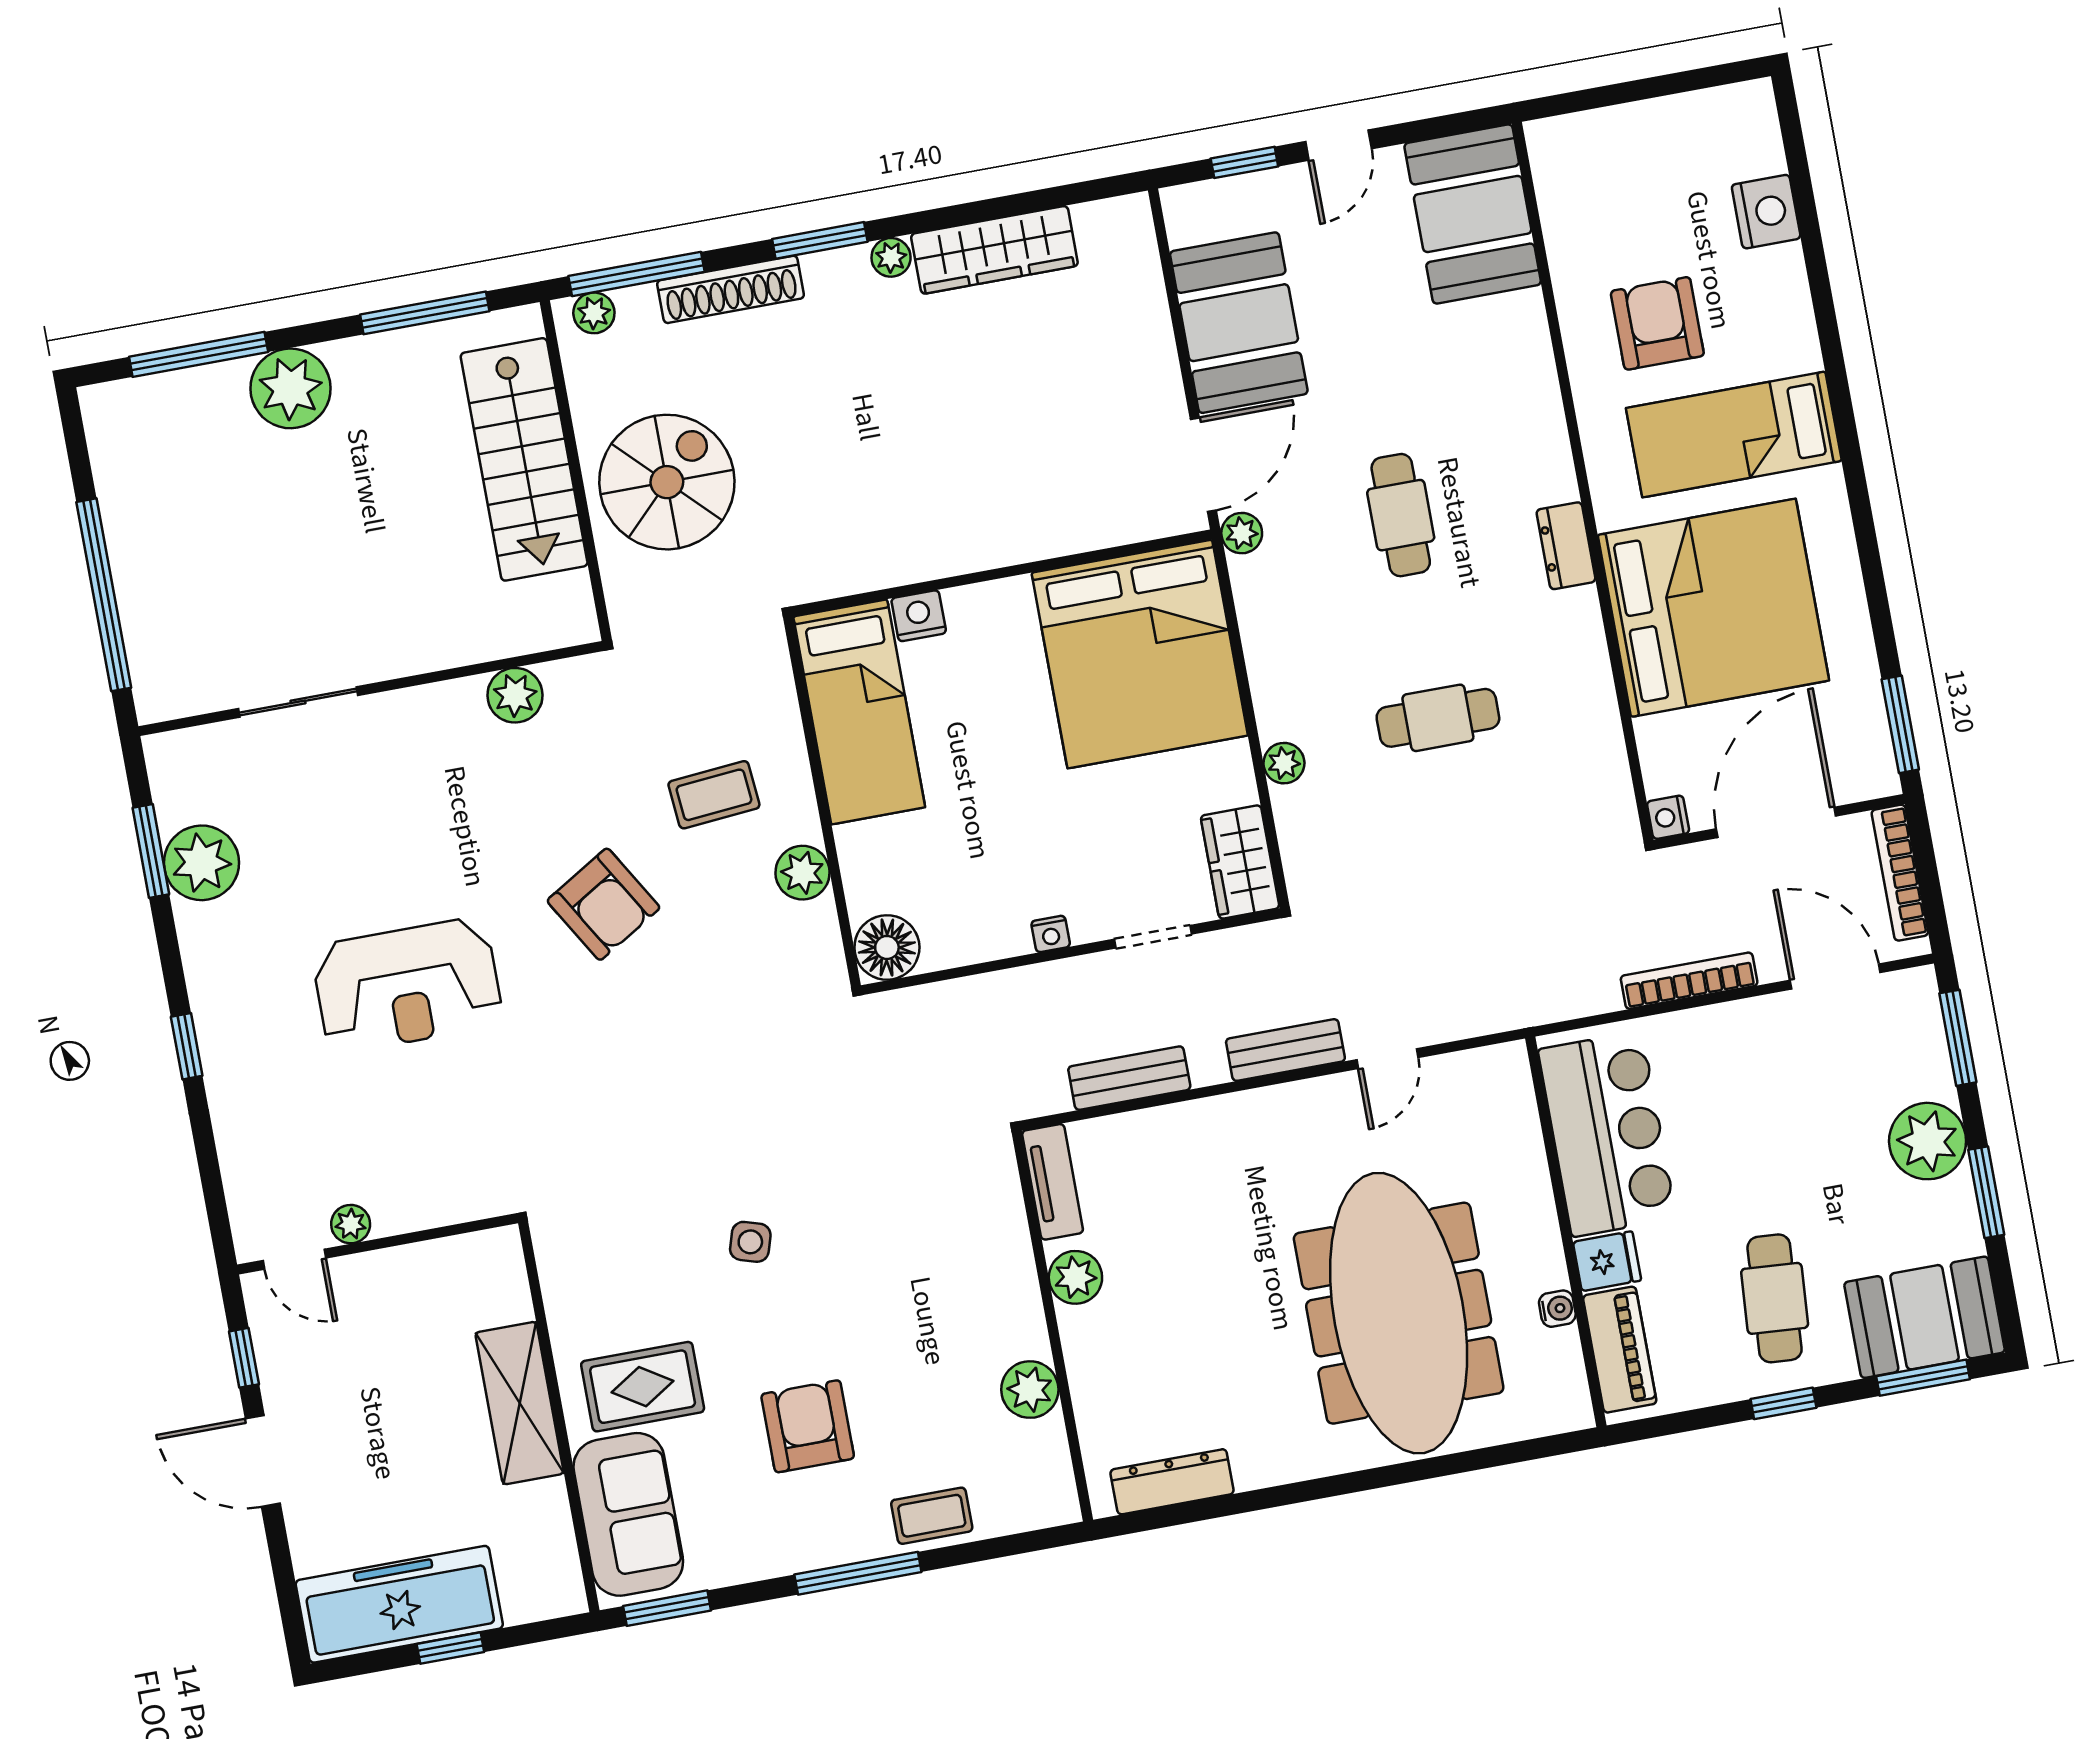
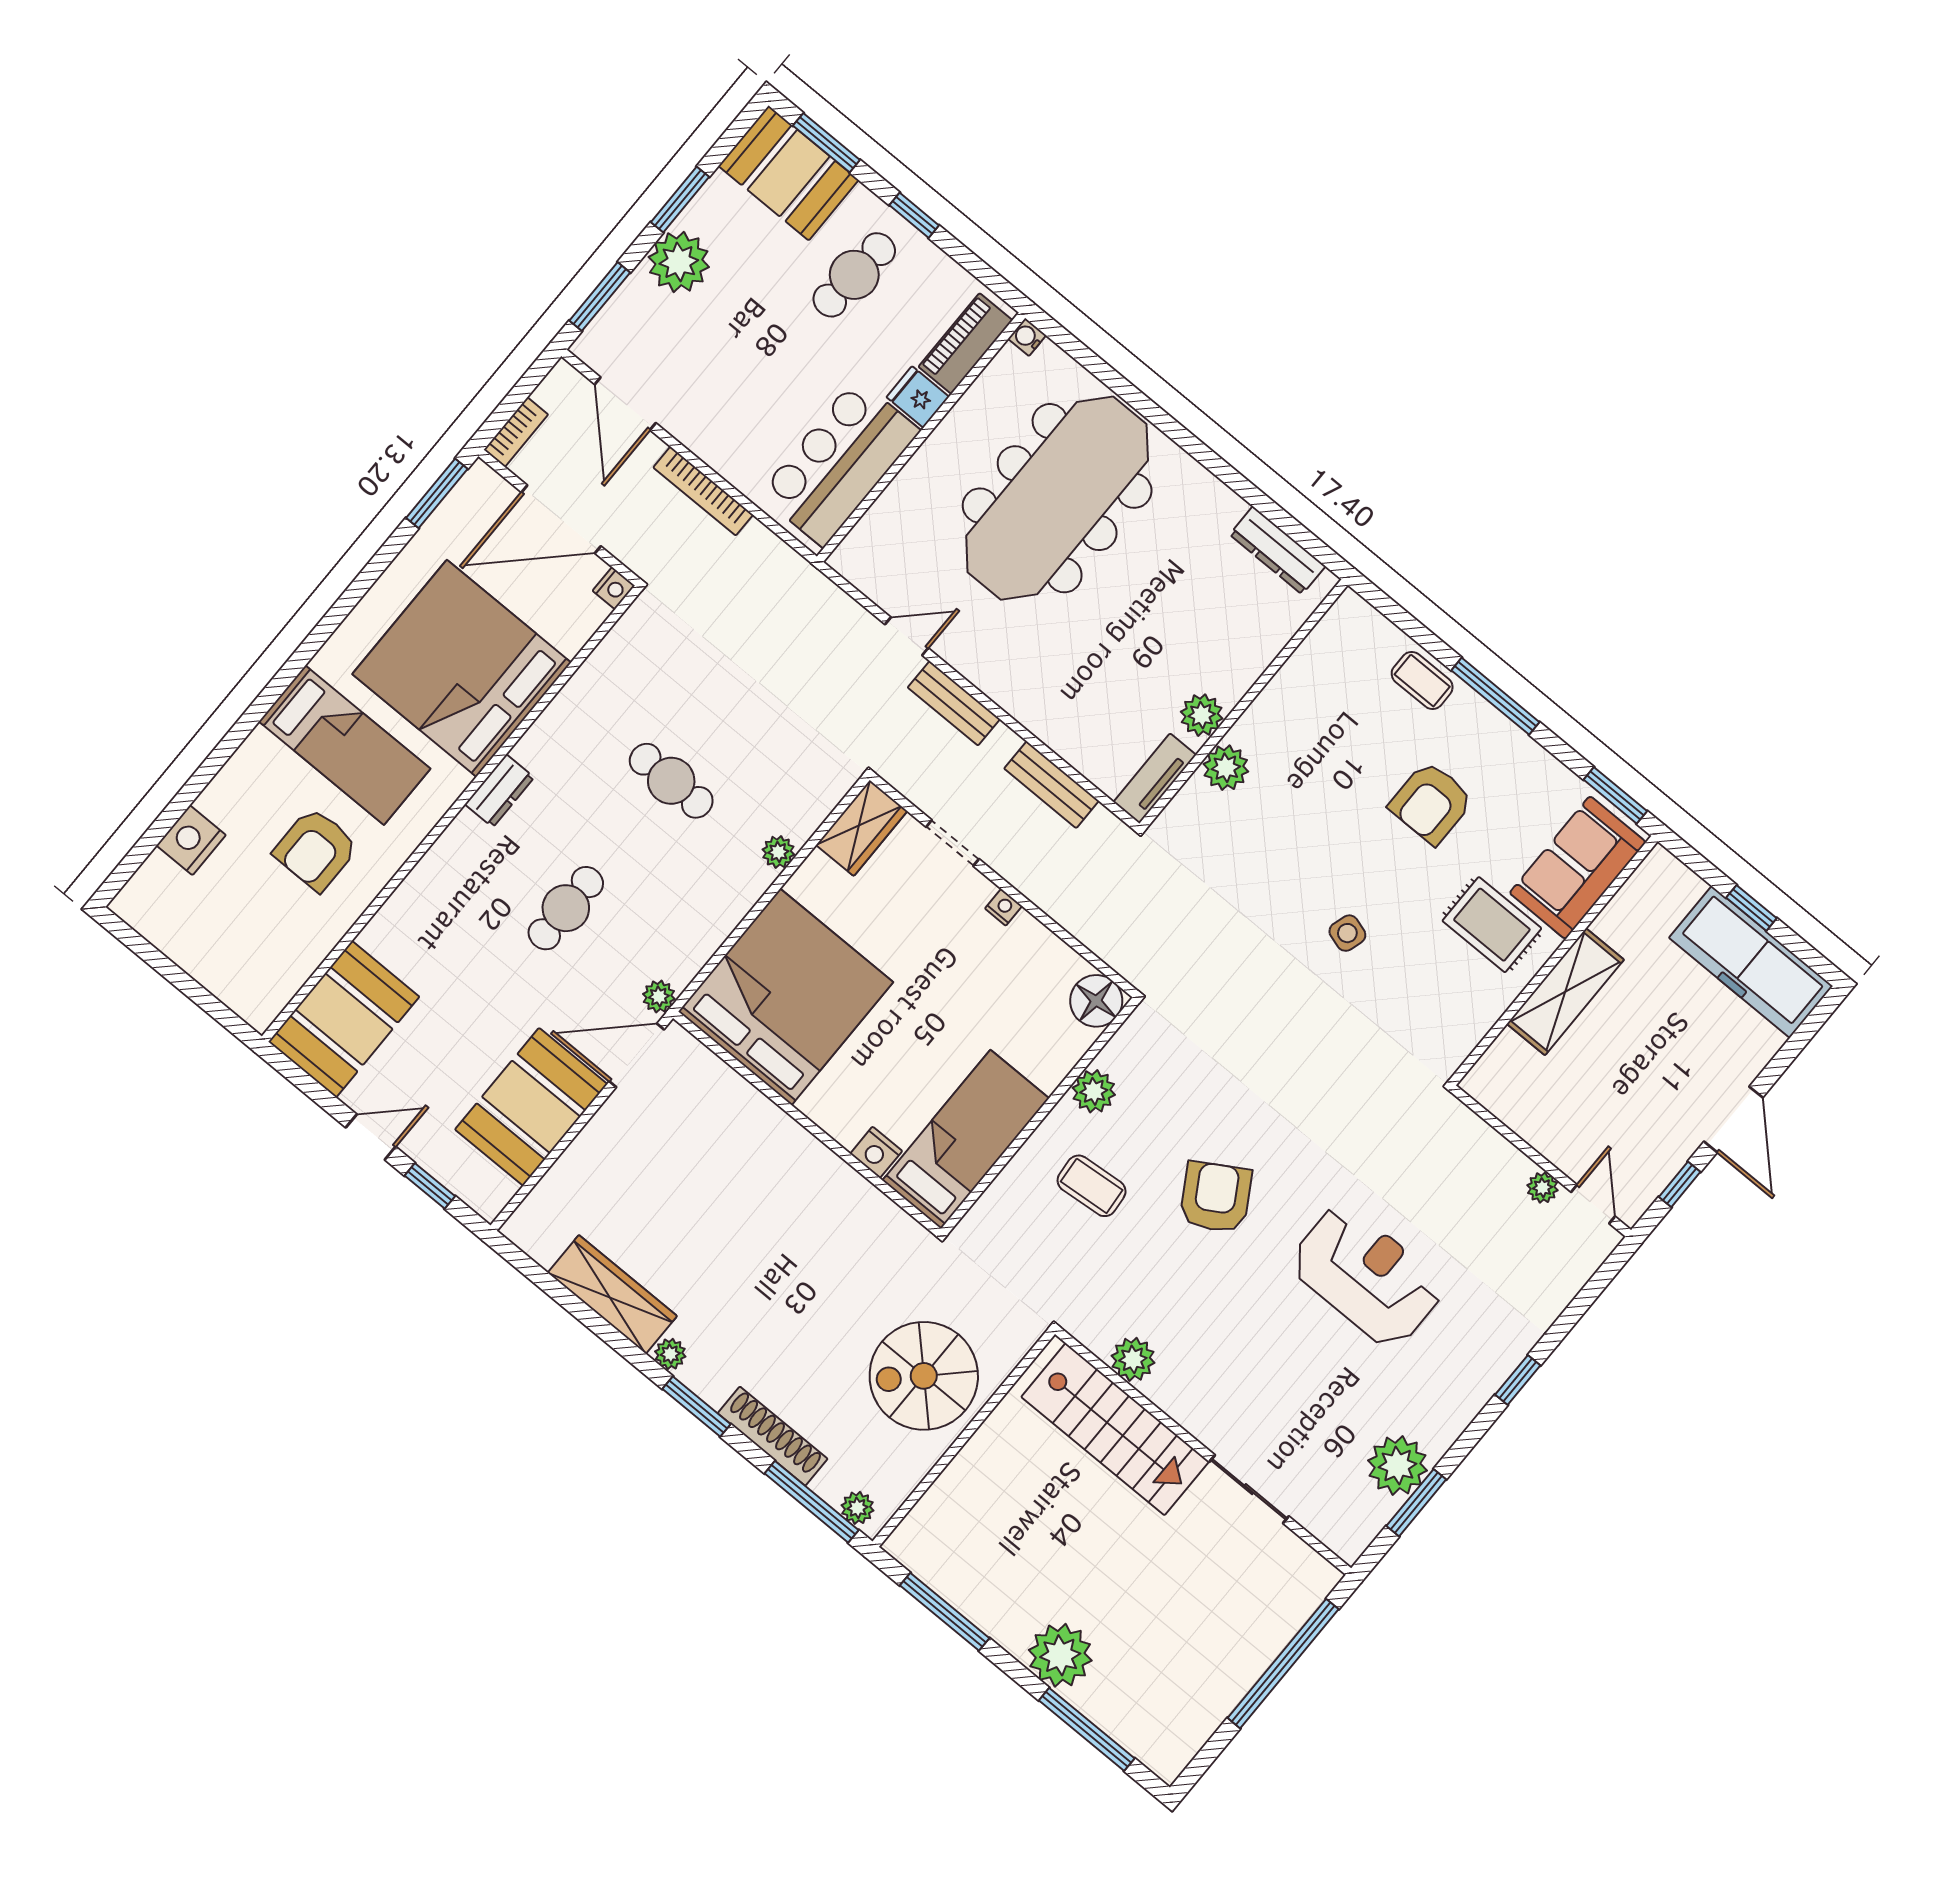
stairs: (524, 459) -> (1115, 1429), moved, turned 90
bookcase: (1900, 873) -> (516, 432), width x0.64
water cooler: (1557, 1309) -> (1027, 337), moved
plant: (1030, 1390) -> (1226, 768), moved

